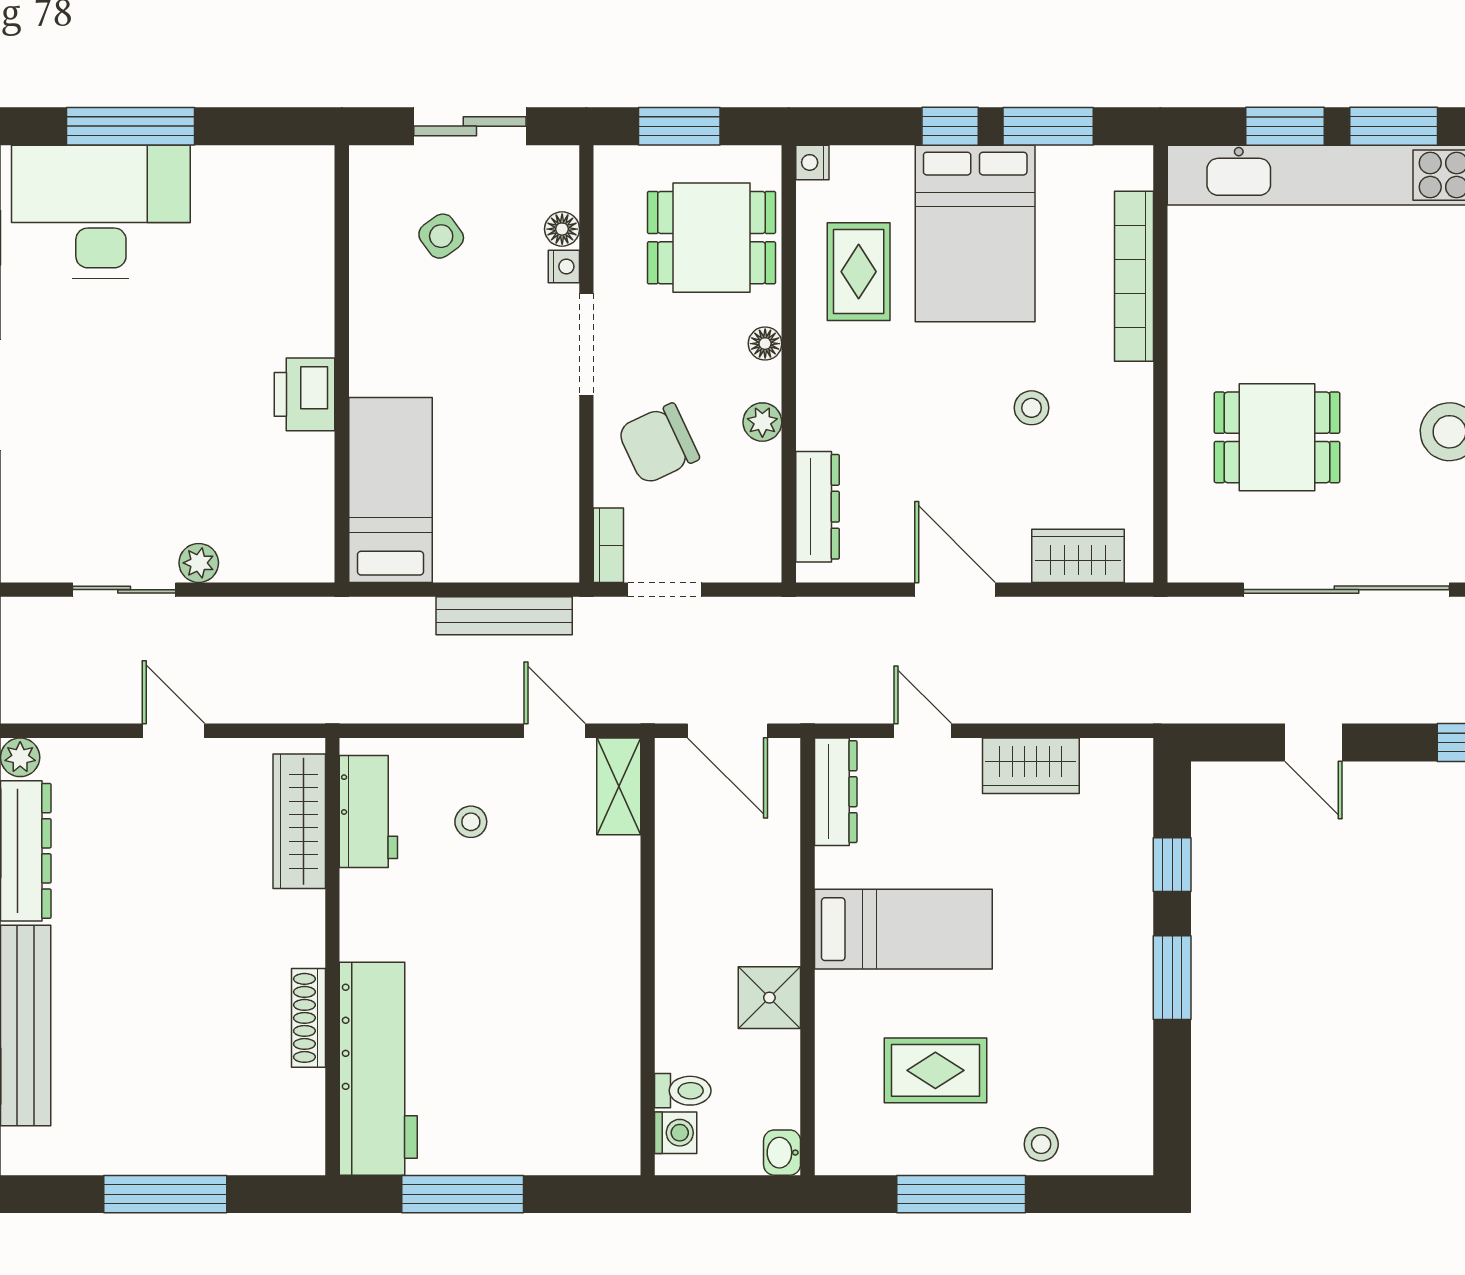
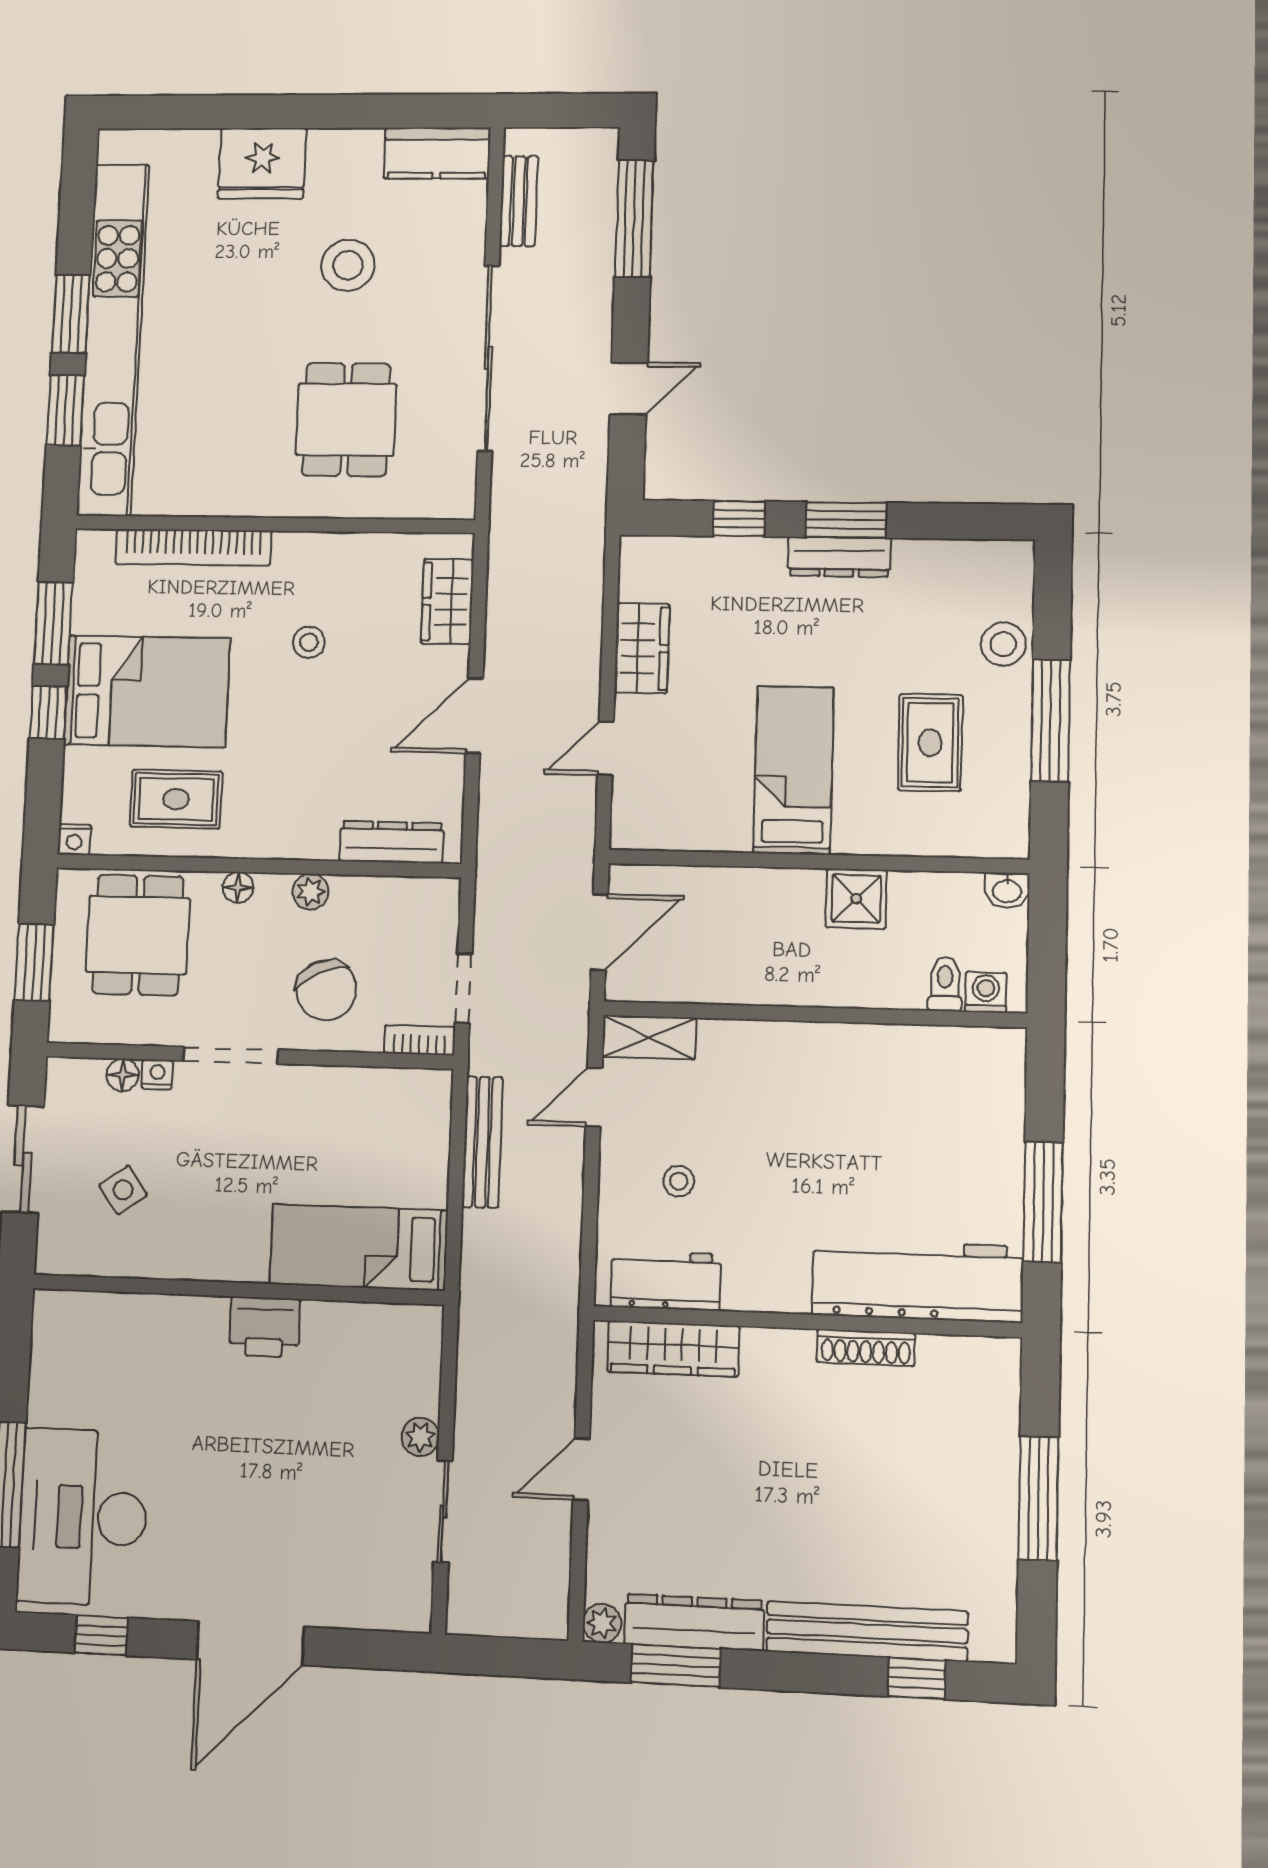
dresser: (836, 792) -> (839, 557), moved, turned 180
stool: (1041, 1144) -> (1003, 644), width x1.37, depth x1.37

